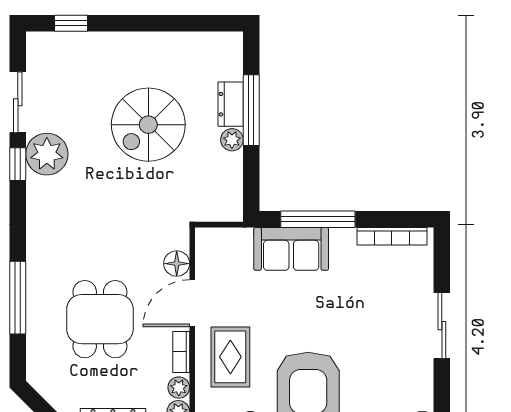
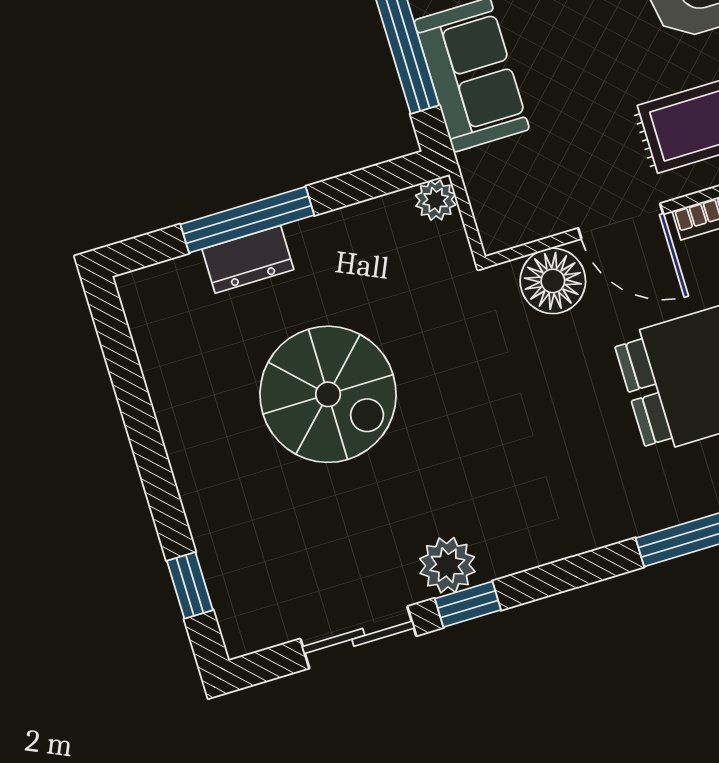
plant: (232, 140) -> (436, 200), moved
plant: (47, 154) -> (447, 565), width x0.73, depth x0.73
floor lamp: (177, 264) -> (553, 281), width x1.38, depth x1.38

